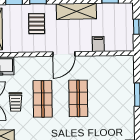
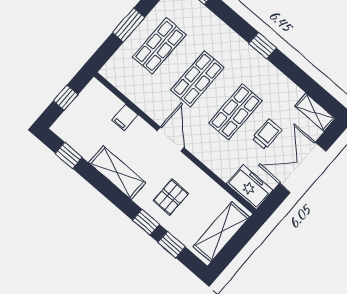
door: (64, 54) -> (171, 139), hinge flipped
shop shelf: (114, 98) -> (159, 46), added

